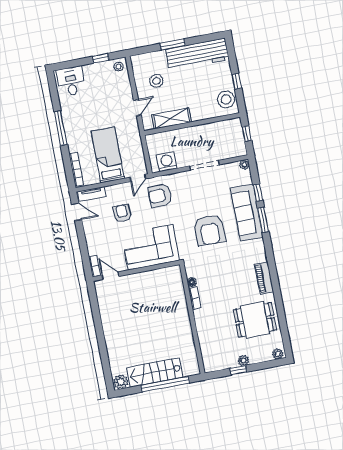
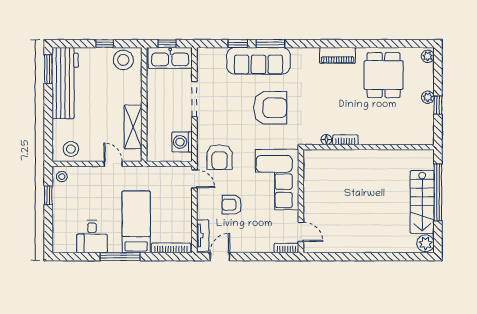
window: (173, 45) -> (48, 69), moved
desk: (71, 81) -> (92, 237), moved, turned -90
stool: (156, 81) -> (71, 149), moved
kitchen sink: (235, 138) -> (170, 58), added
bed: (108, 155) -> (136, 222), moved, turned 90
plant: (244, 165) -> (202, 53), removed
door: (110, 276) -> (301, 232), swing flipped

